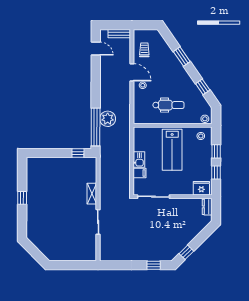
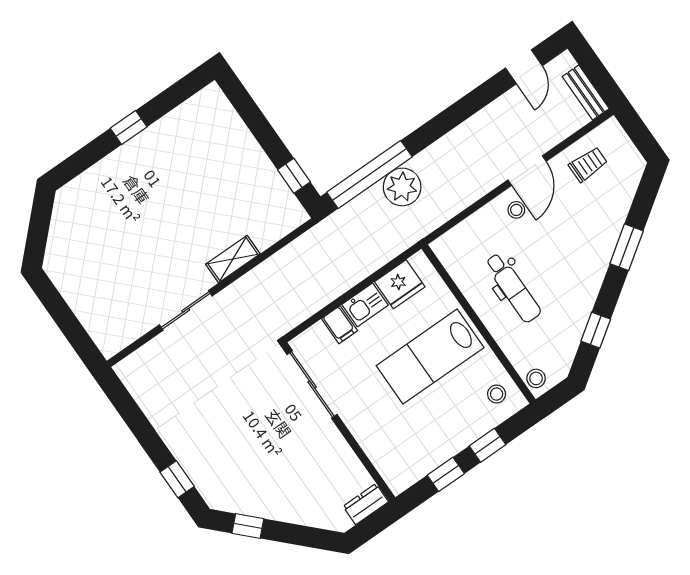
fridge: (201, 188) -> (400, 284), moved, turned 90

